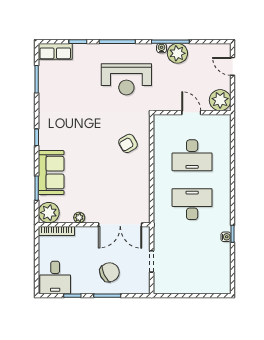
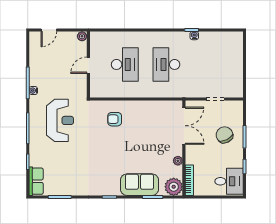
plant: (177, 53) -> (38, 77), removed
plant: (220, 100) -> (82, 36), width x0.53, depth x0.53
armchair: (128, 143) -> (115, 119), turned 120

